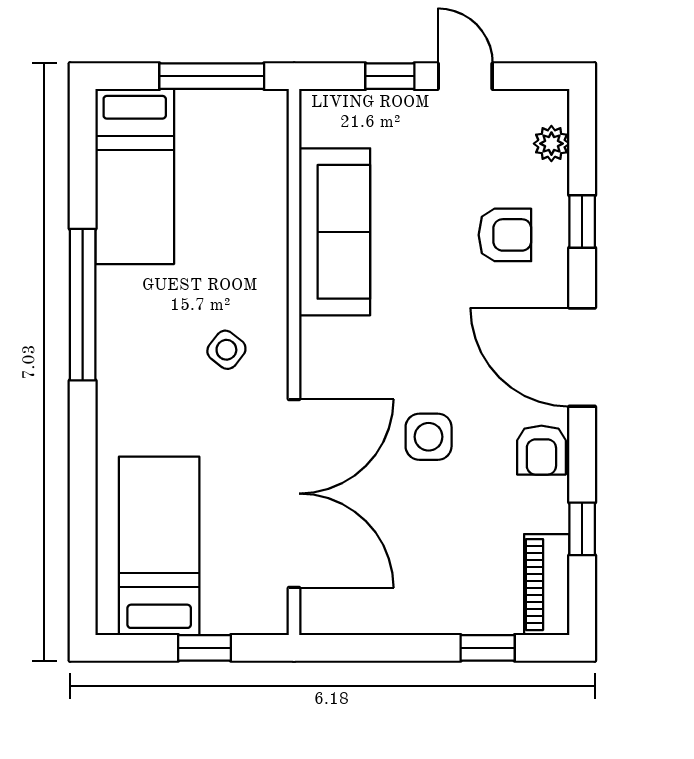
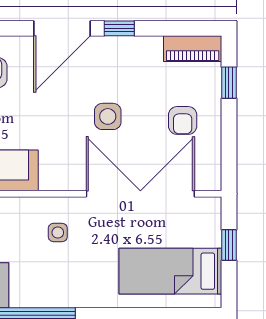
side table: (226, 350) -> (58, 233), turned -38
armchair: (541, 450) -> (183, 120), moved, turned 90
window: (582, 529) -> (119, 28), moved

